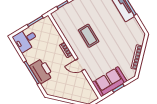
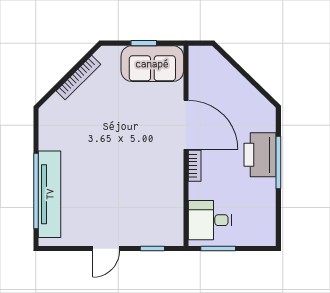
coffee table: (89, 36) -> (140, 166), removed
desk: (26, 40) -> (210, 220), moved, turned 180
door: (80, 65) -> (186, 125), width x1.87

